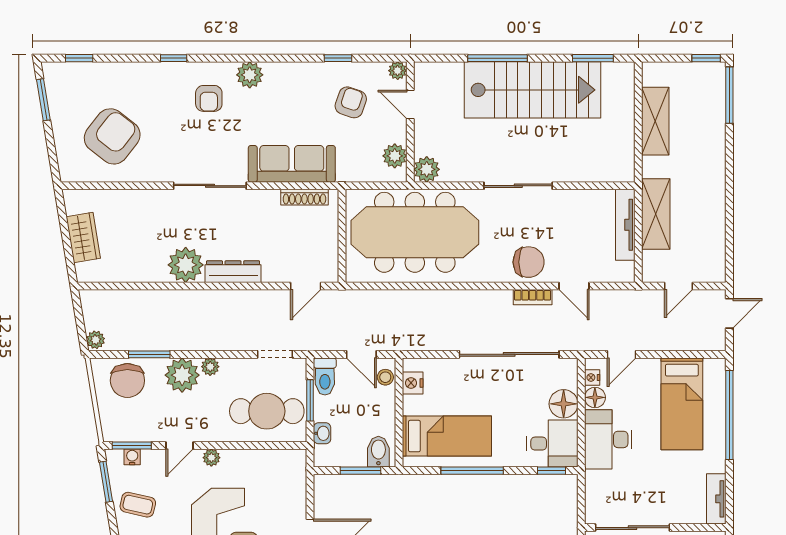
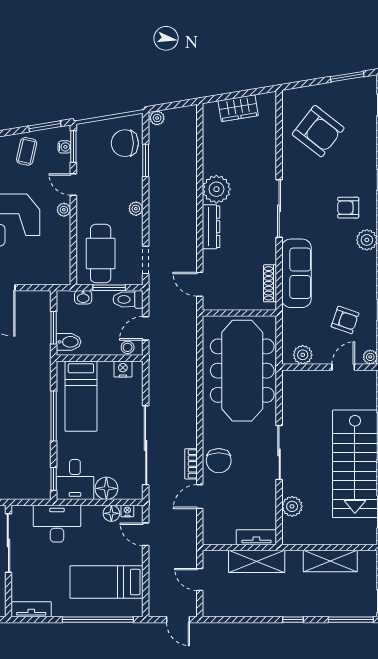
window: (729, 168) -> (293, 620), added
plant: (427, 169) -> (292, 506), moved
tv unit: (625, 225) -> (256, 537), width x0.71
plant: (182, 375) -> (129, 186), removed
desk: (608, 439) -> (57, 524), moved

